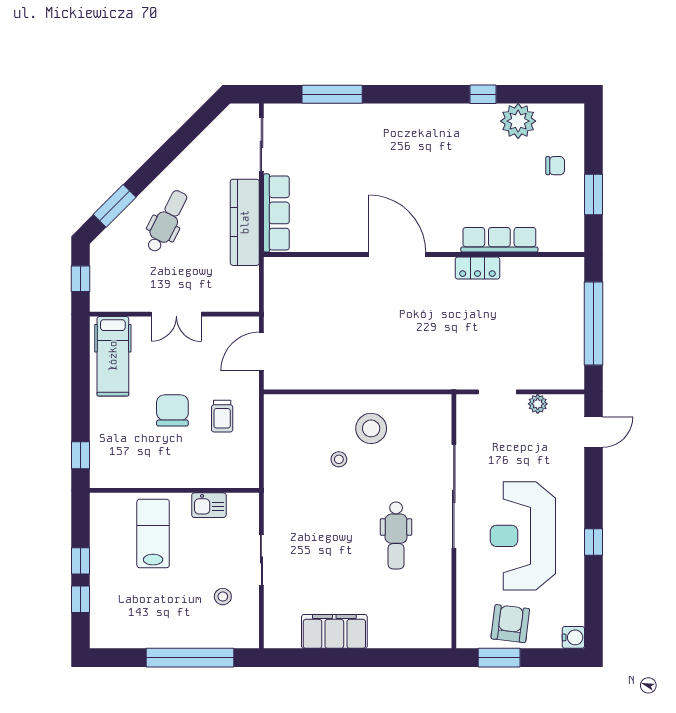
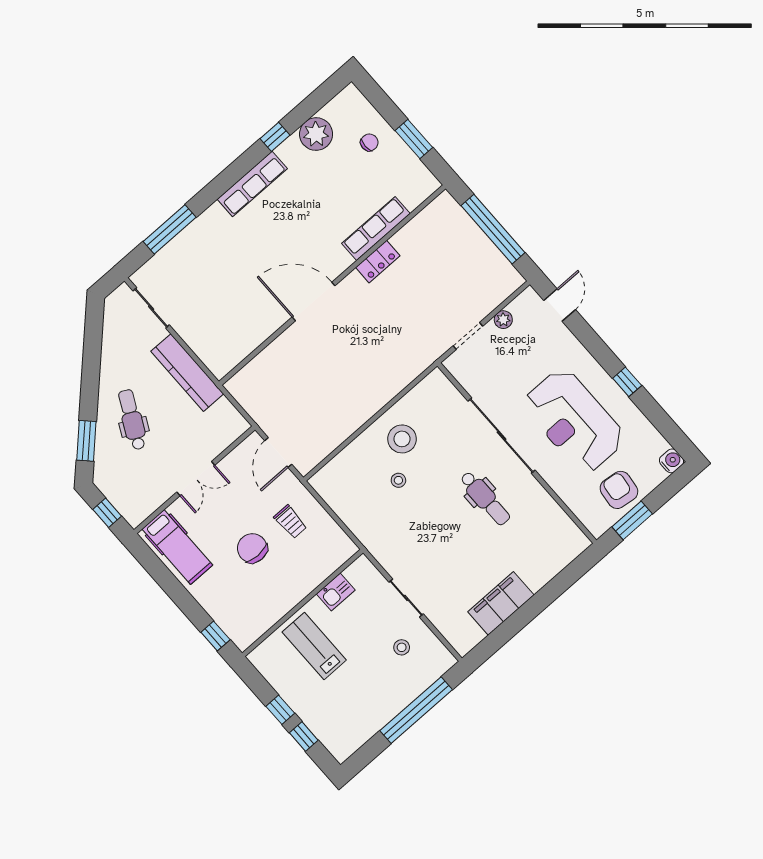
row of seats: (276, 213) -> (252, 184), moved, turned 90

